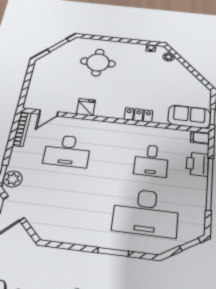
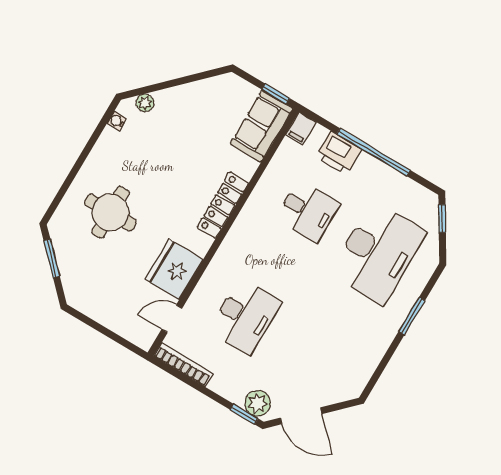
fridge: (86, 107) -> (174, 269), width x1.88, depth x1.34
door: (49, 113) -> (172, 319), swing flipped
locker: (138, 115) -> (223, 205), width x1.53

